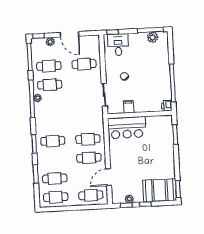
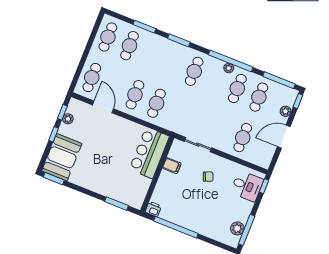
cafe table: (53, 141) -> (194, 71), moved

